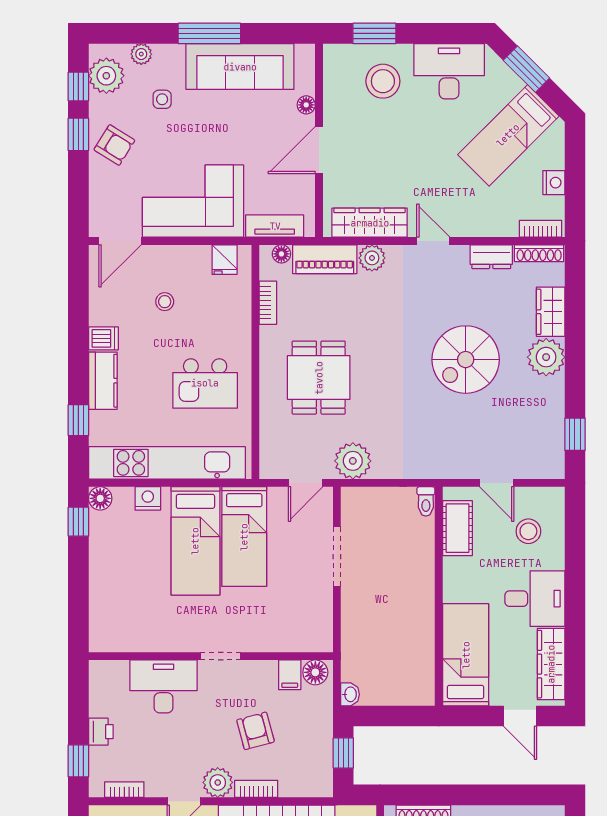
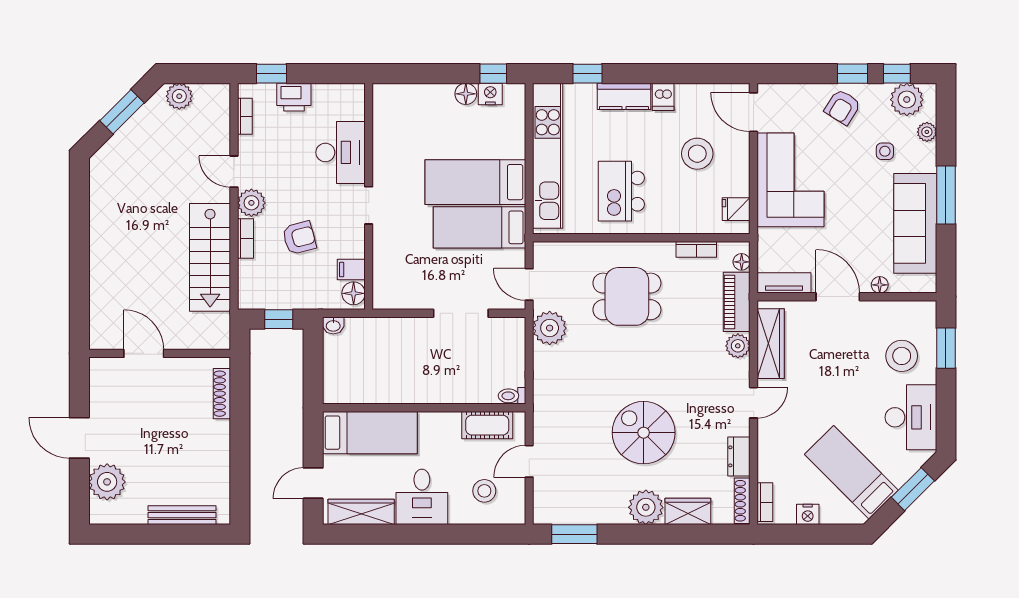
tv unit: (275, 226) -> (784, 283), moved, turned -90
stool: (165, 302) -> (697, 154), width x1.89, depth x1.89
window: (575, 434) -> (574, 534), width x1.50
floor lamp: (100, 498) -> (466, 94), moved
nightstand: (148, 498) -> (490, 94), moved, turned -90
printer: (101, 732) -> (294, 97), width x1.36, depth x1.24

